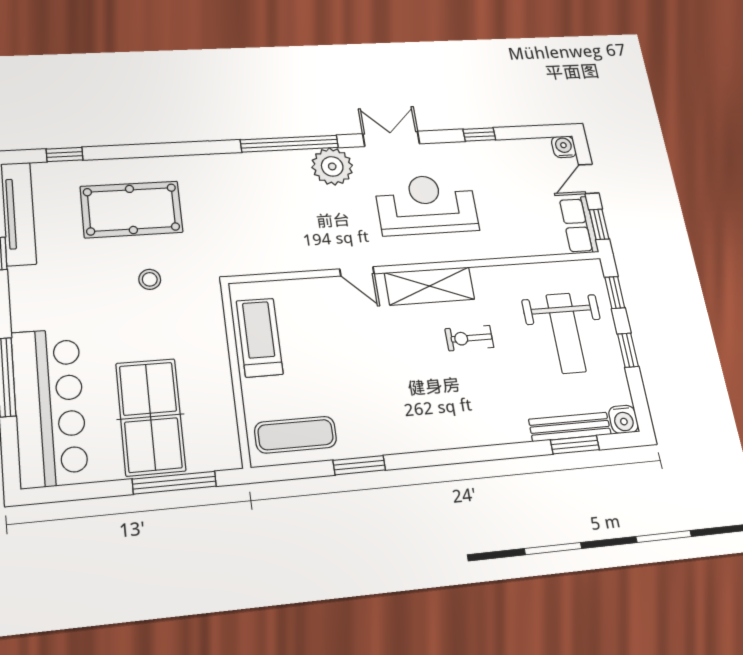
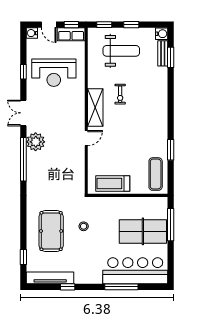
reception desk: (426, 205) -> (54, 73), moved, turned -90
bench: (570, 427) -> (163, 53), width x0.73

